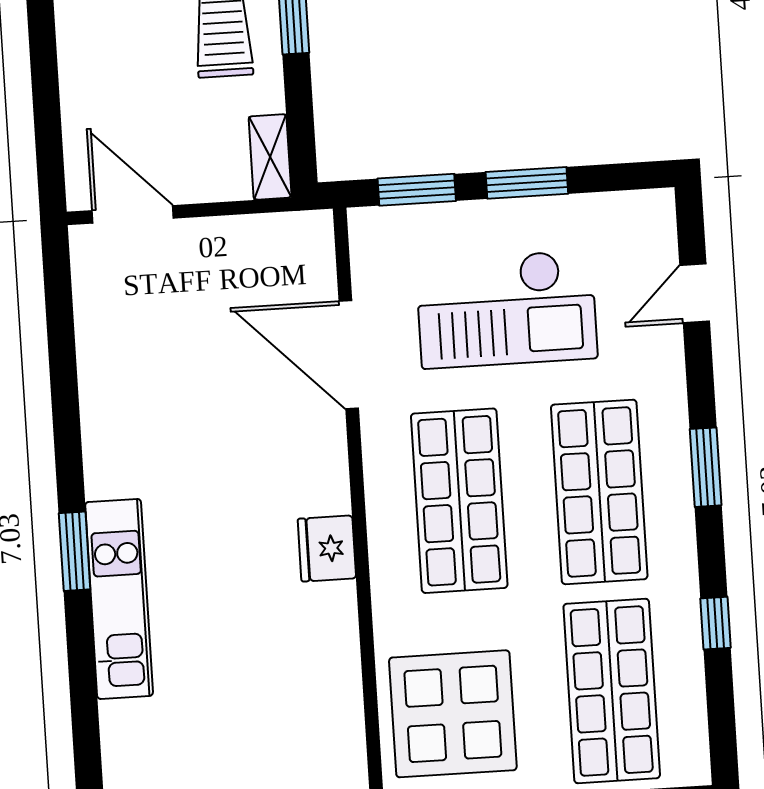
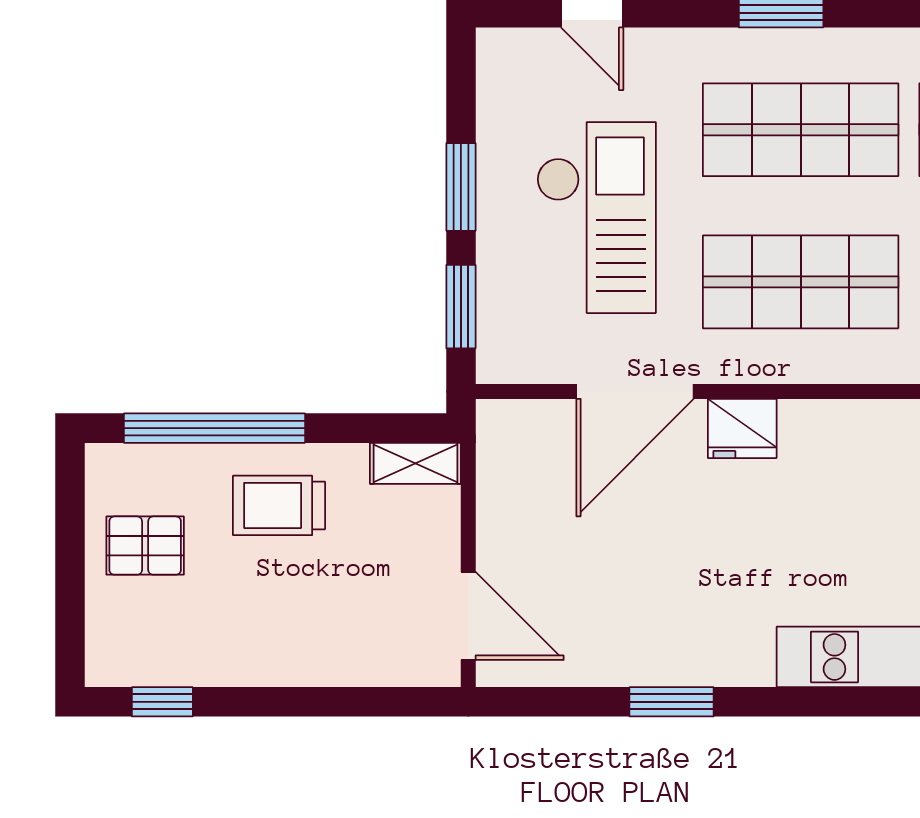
door: (133, 214) -> (468, 616), swing flipped
fridge: (327, 549) -> (742, 428), moved
window: (75, 551) -> (672, 702), moved

